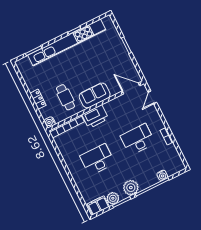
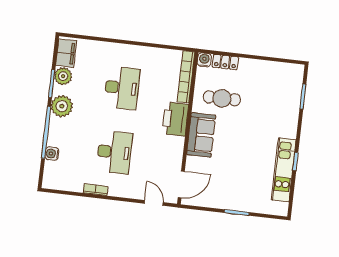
kitchen unit: (67, 42) -> (284, 170), width x0.54
locker: (38, 99) -> (225, 62), moved

